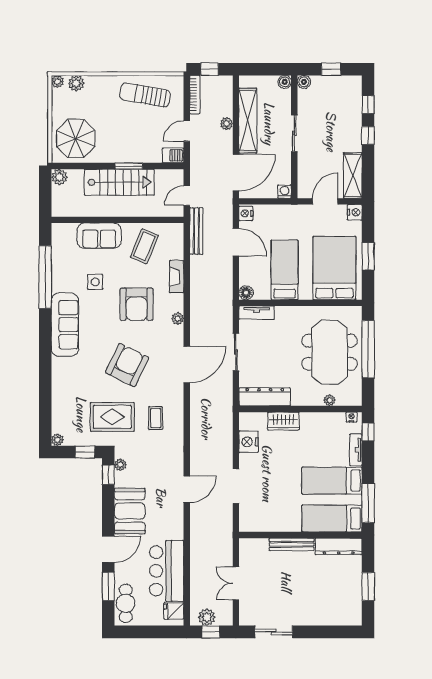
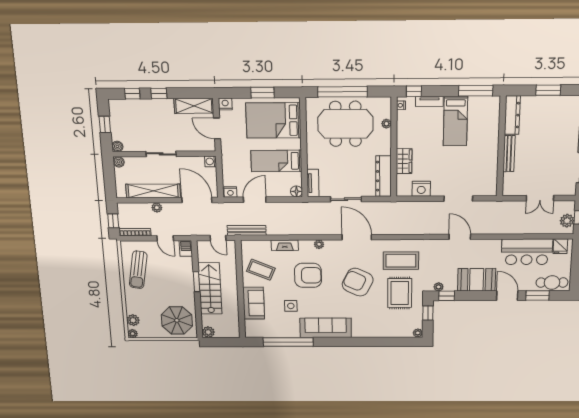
coffee table: (156, 418) -> (401, 261), width x1.86, depth x1.72
bed: (332, 518) -> (488, 121), removed

